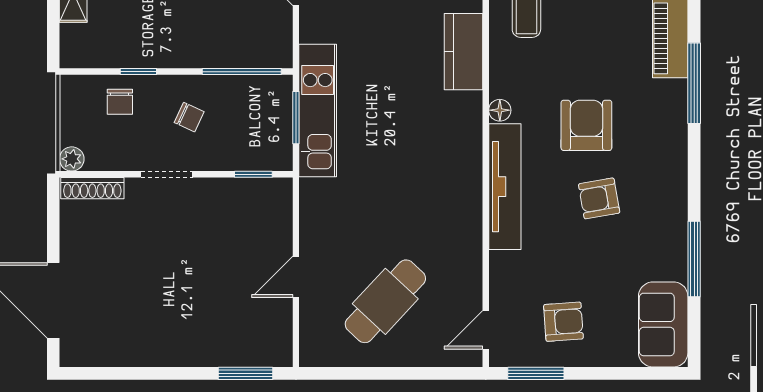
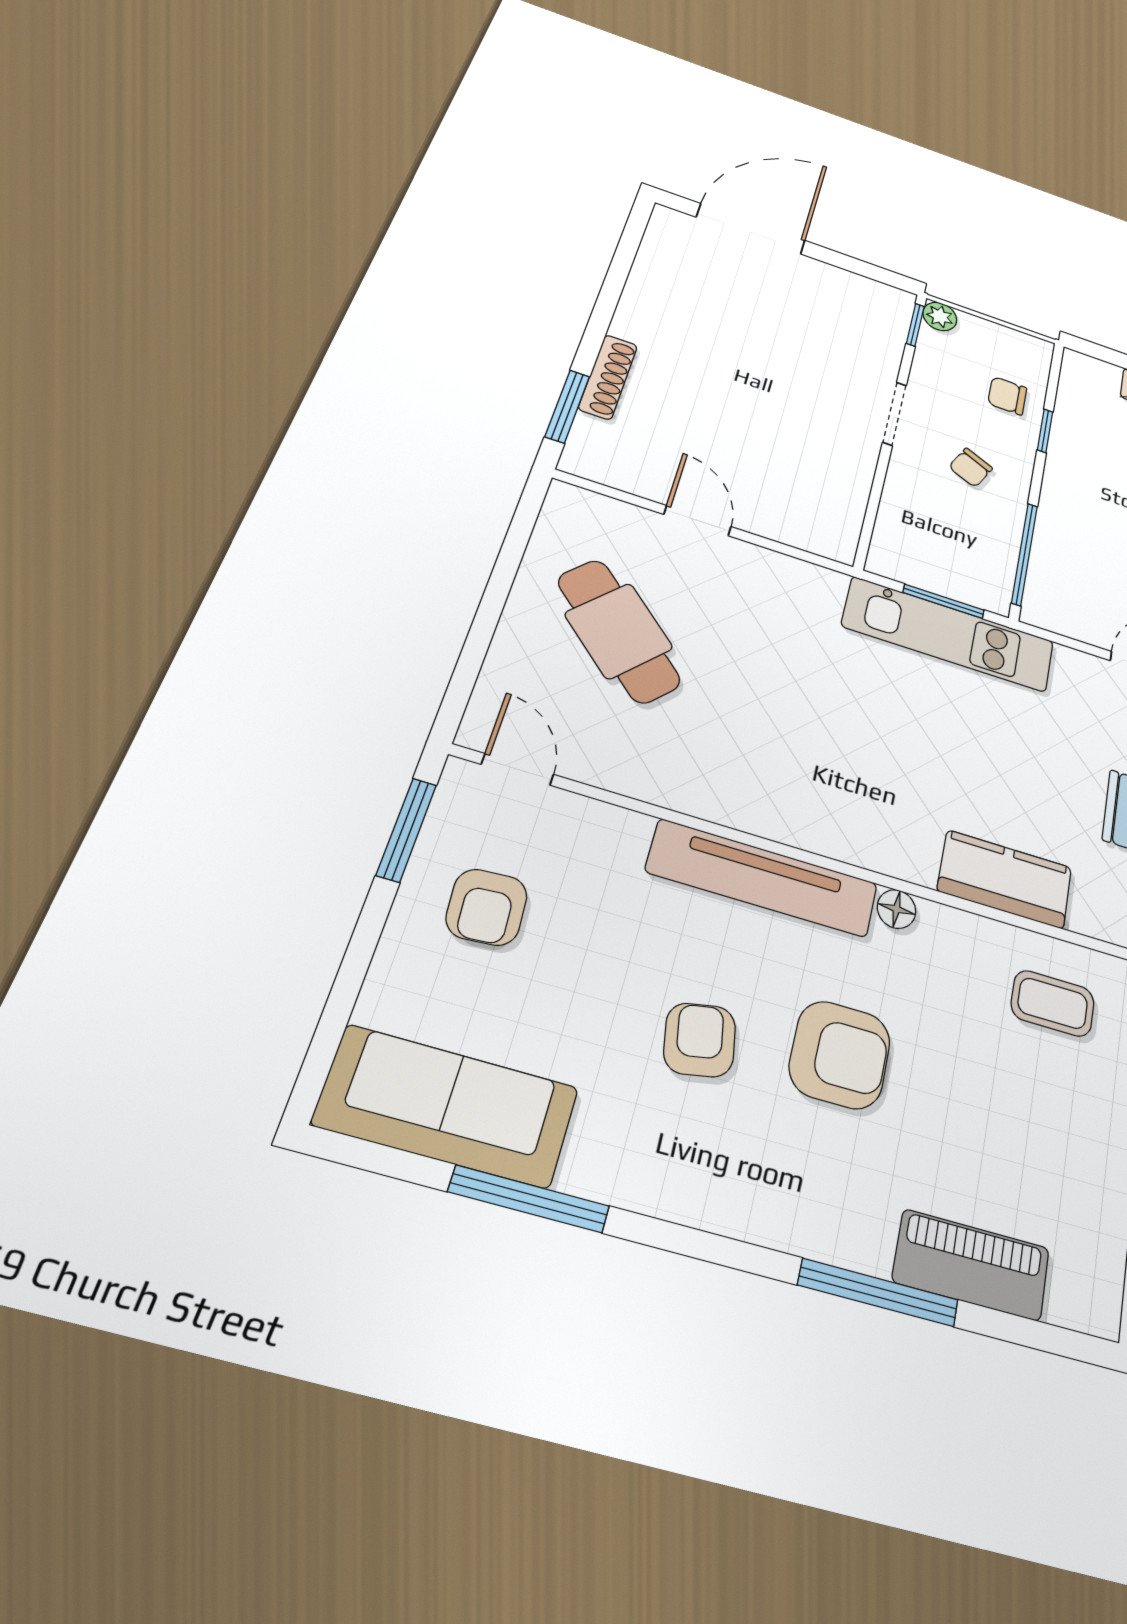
window: (253, 174) -> (915, 325), moved
shoe rack: (92, 188) -> (608, 377), moved, turned 180
sofa: (663, 324) -> (447, 1106), width x1.36

